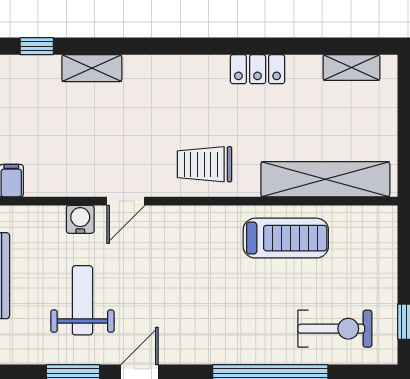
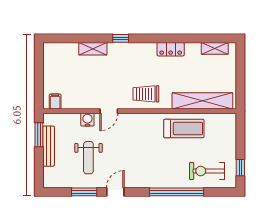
window: (37, 46) -> (121, 38), moved
weight bench: (82, 300) -> (88, 158), turned 180
exercise bike: (335, 329) -> (207, 171), turned 180

